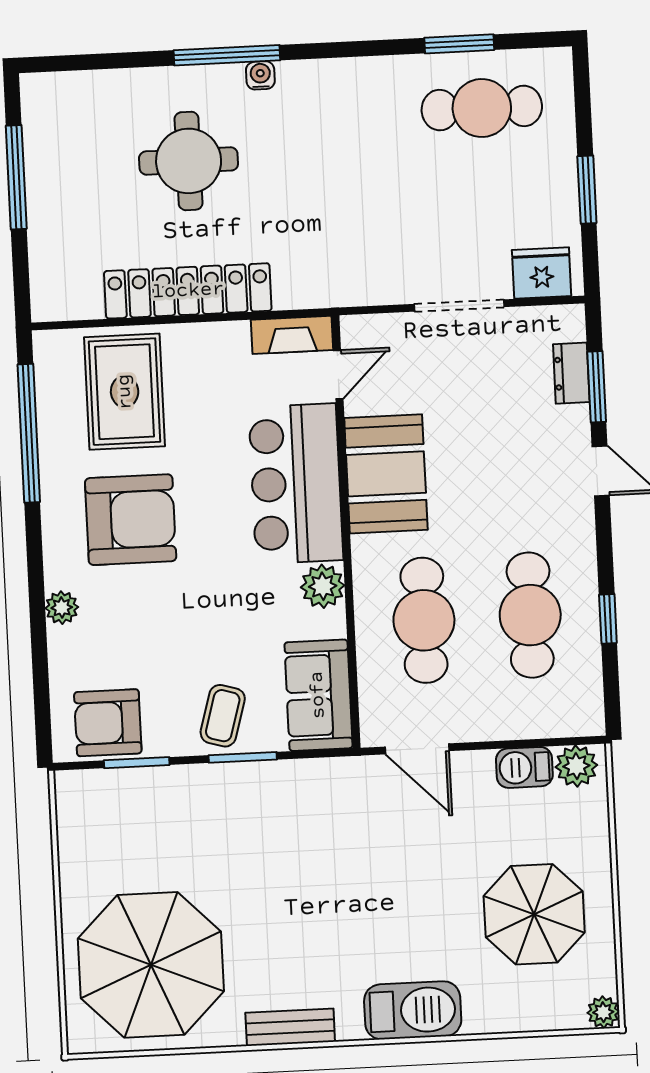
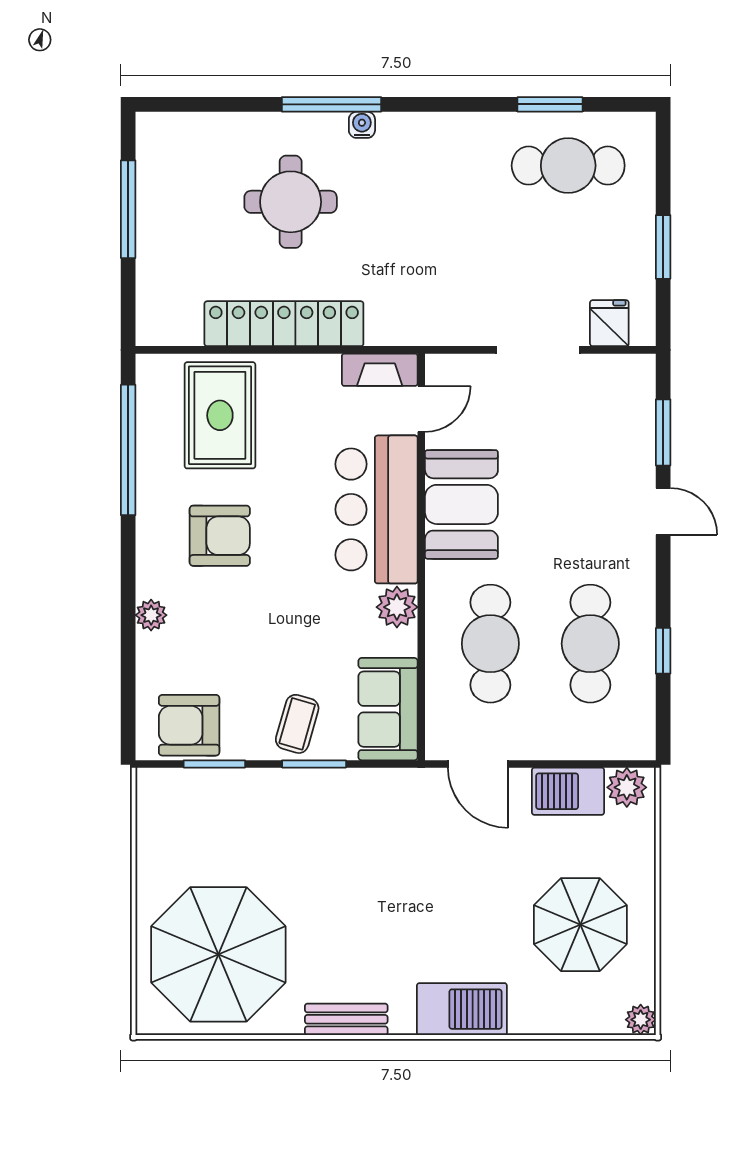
fridge: (542, 273) -> (609, 323), width x0.72
dresser: (571, 373) -> (640, 418), removed
armchair: (131, 520) -> (220, 536), width x0.73, depth x0.73
barbecue: (524, 767) -> (568, 791), width x1.38, depth x1.27

